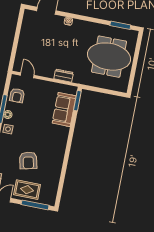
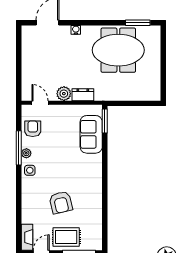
meeting table: (109, 57) -> (118, 50), moved
plant: (48, 72) -> (64, 94), added
armchair: (17, 95) -> (33, 129), turned 180

